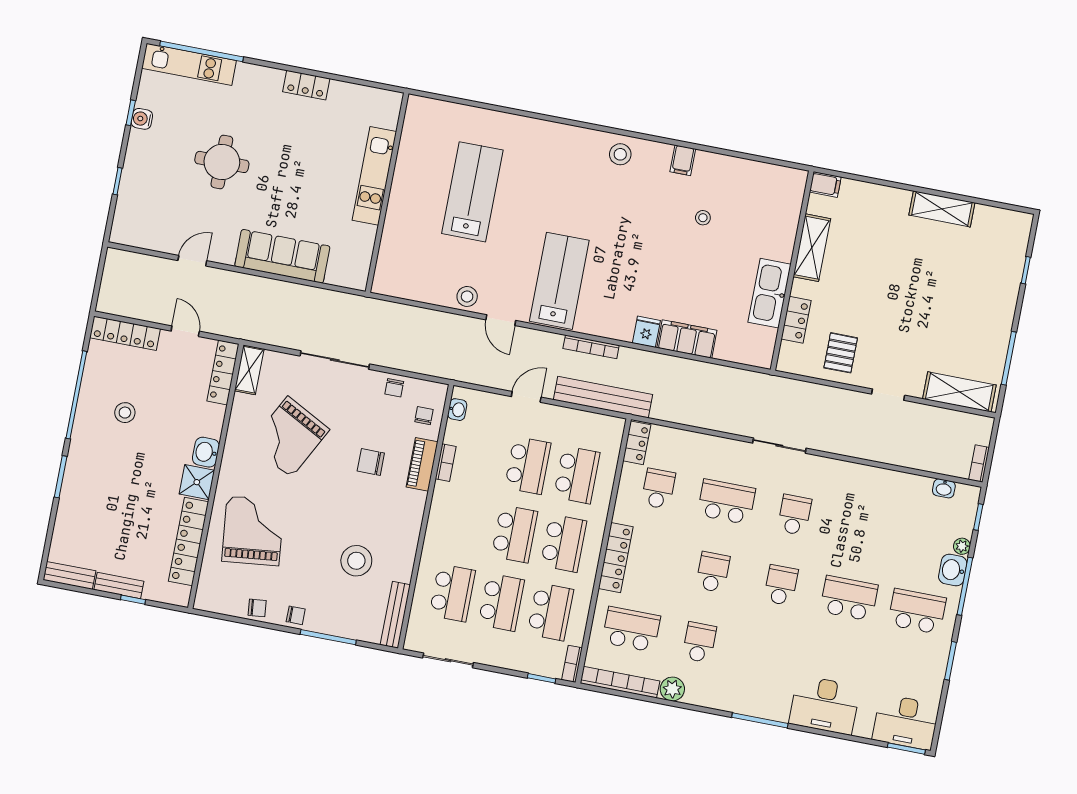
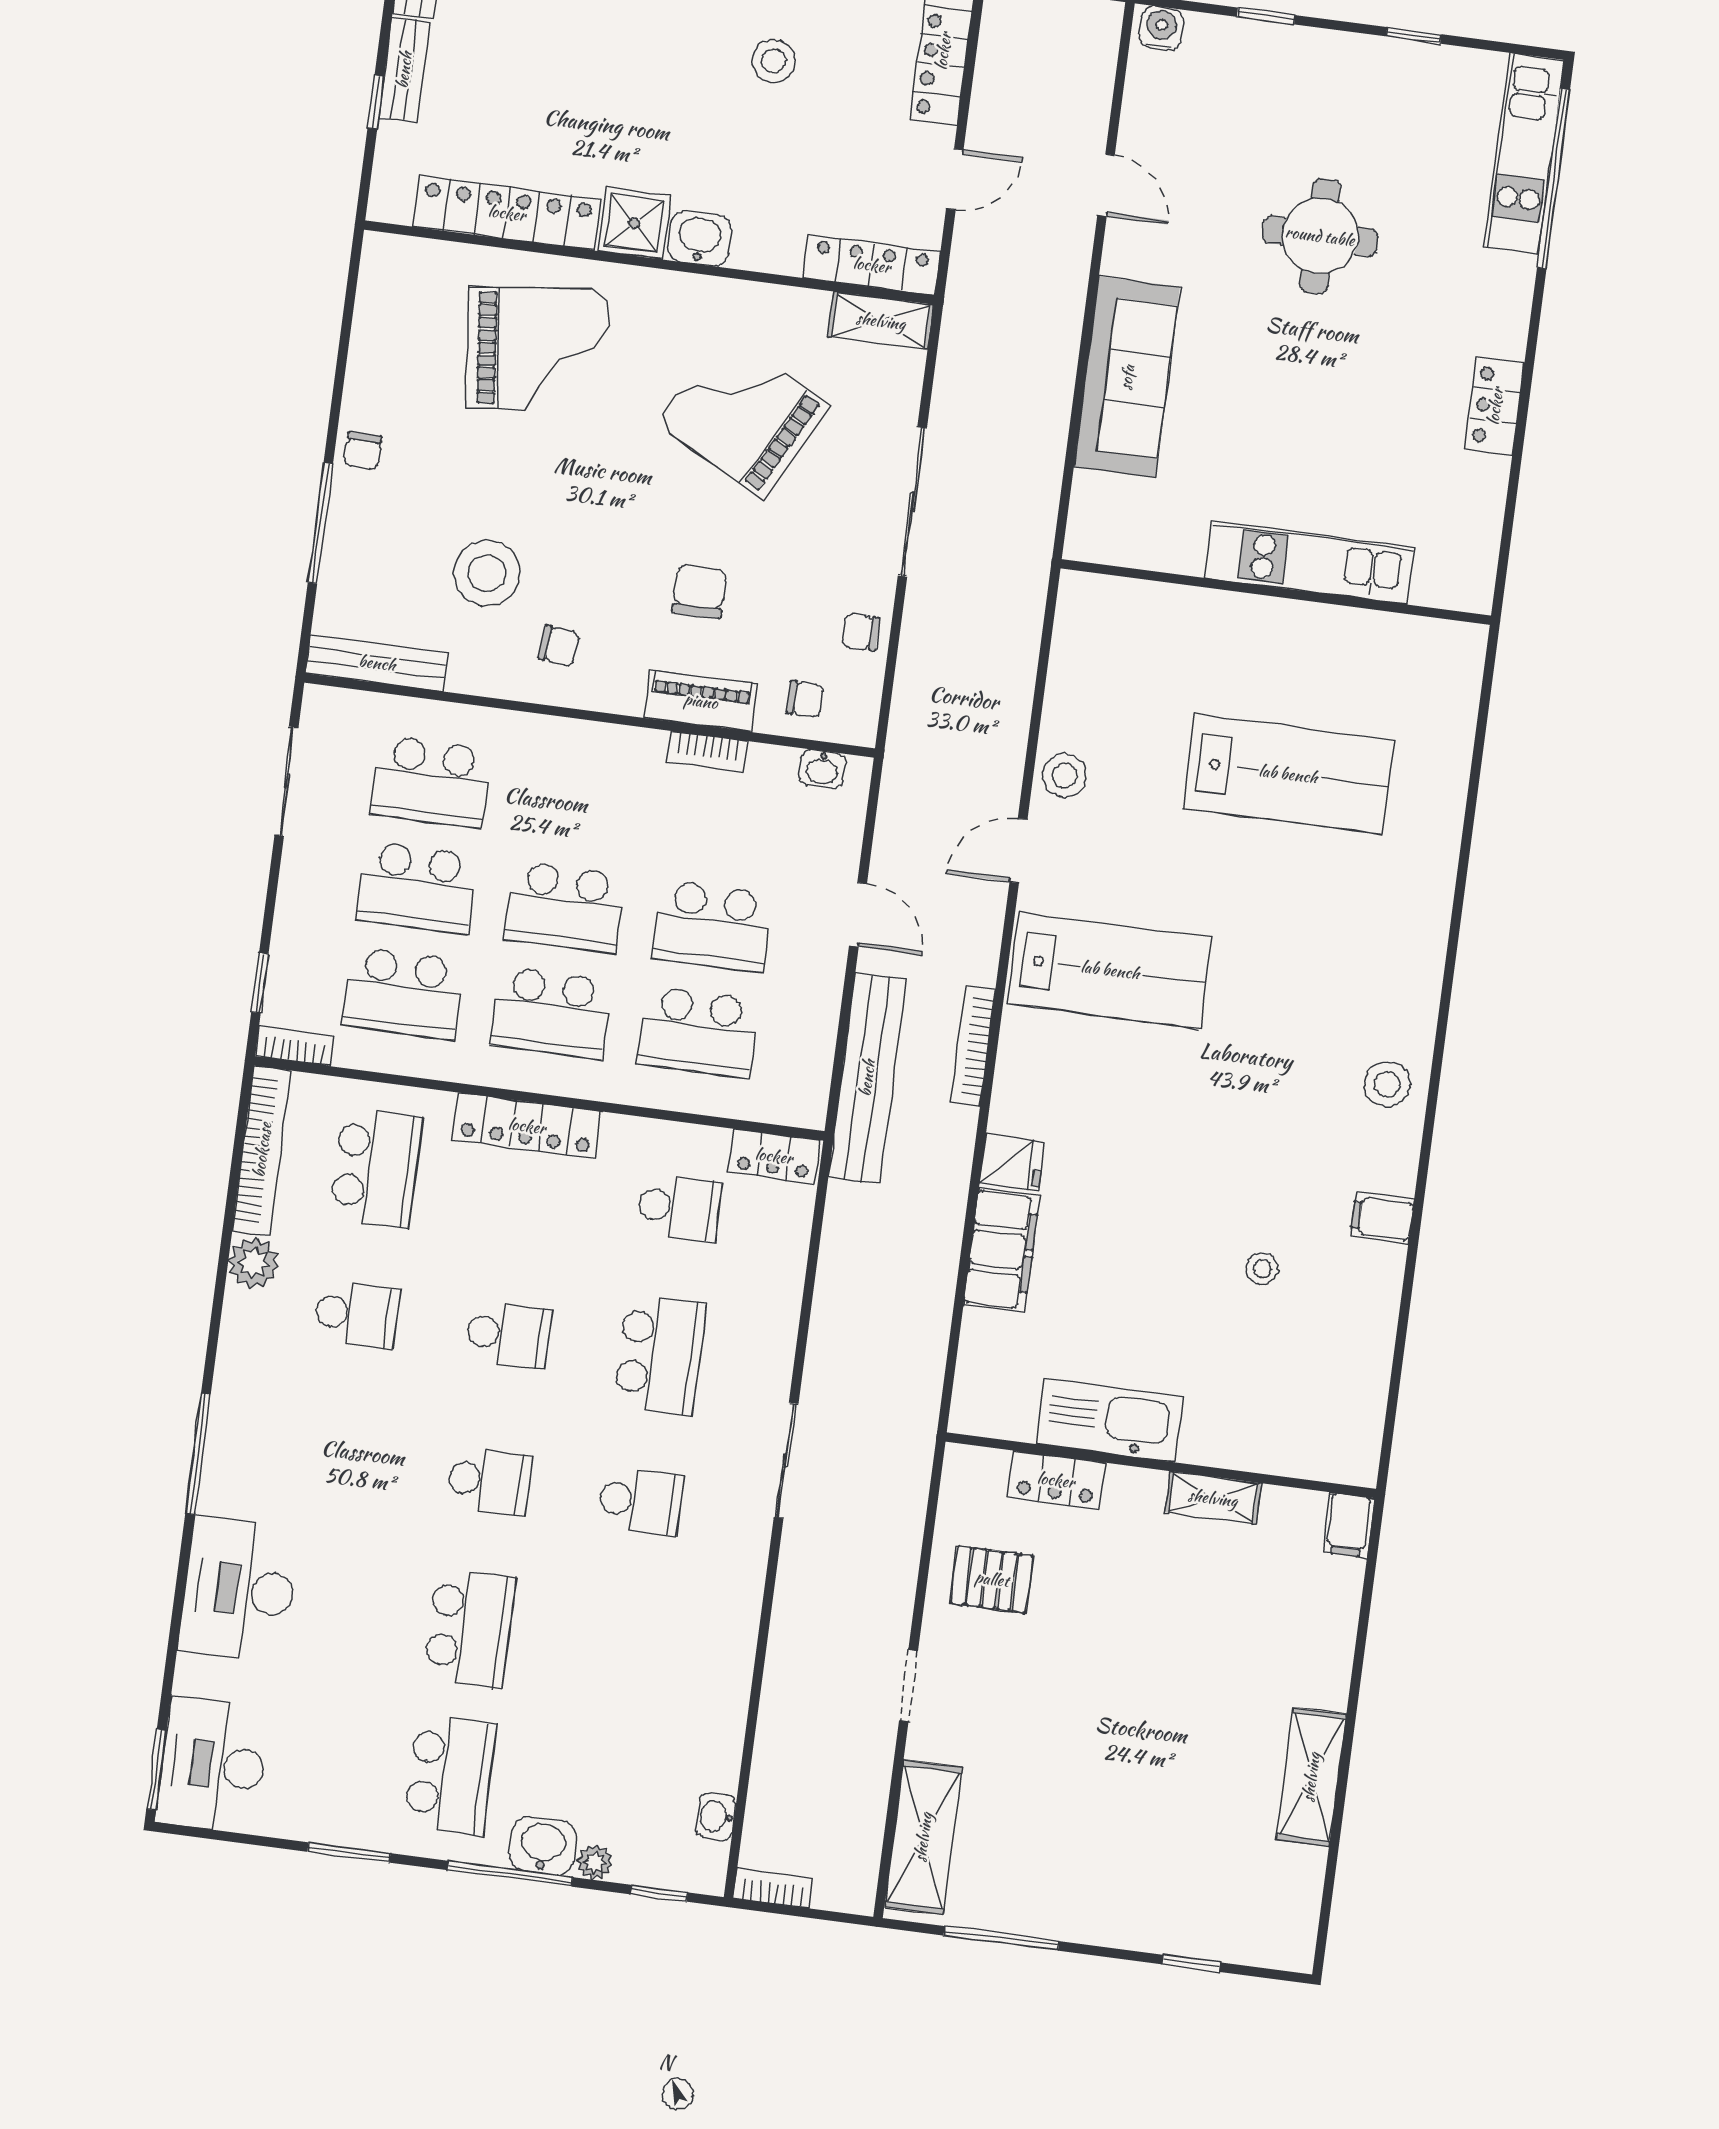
water cooler: (142, 119) -> (1161, 28), moved
shelving: (812, 248) -> (1213, 1498), width x0.67, depth x0.75
chair: (257, 608) -> (559, 646), moved, turned -78

